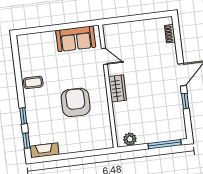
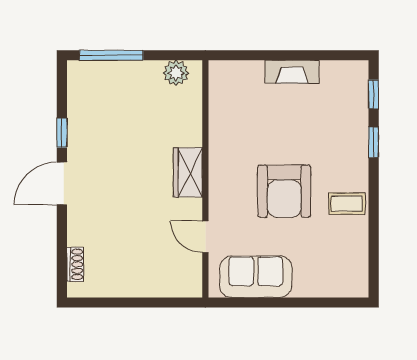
armchair: (76, 102) -> (284, 191), moved
fireplace: (44, 150) -> (292, 72), moved

